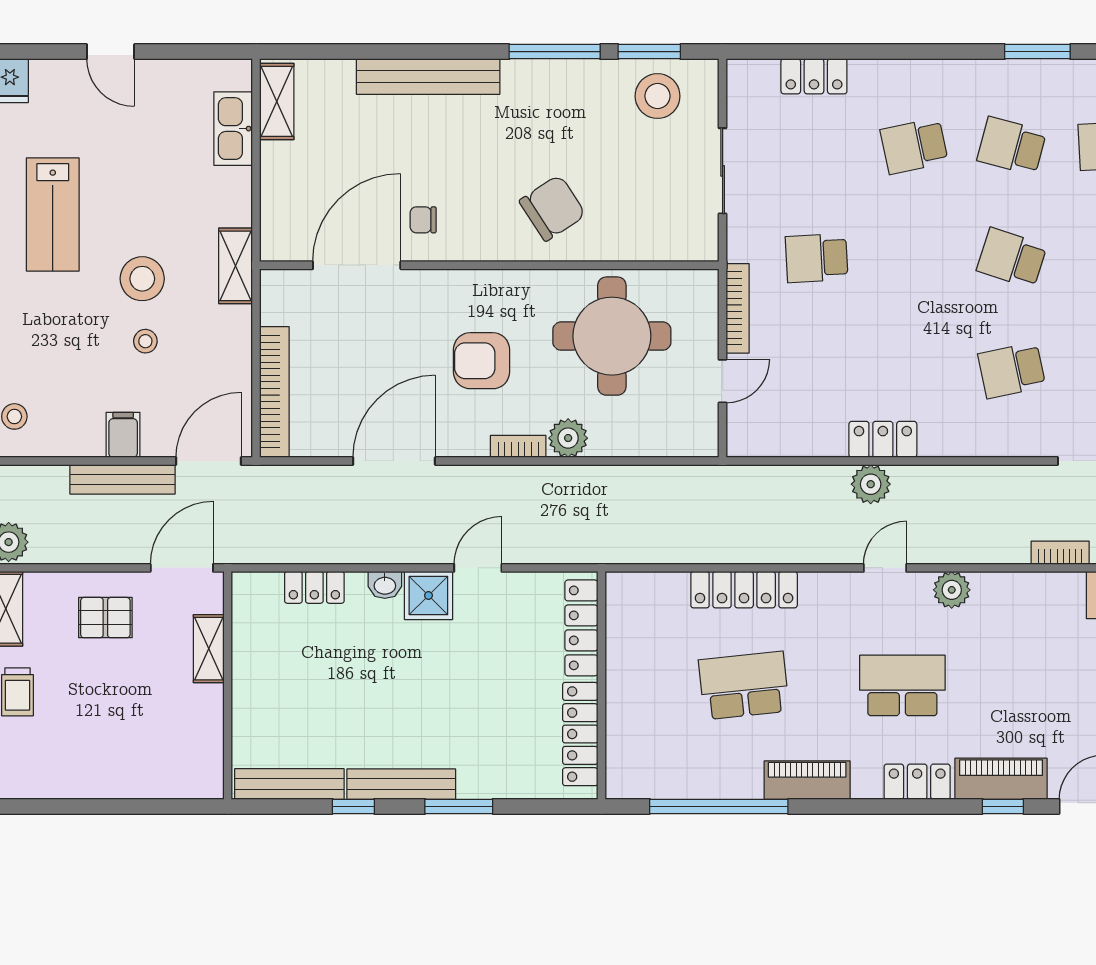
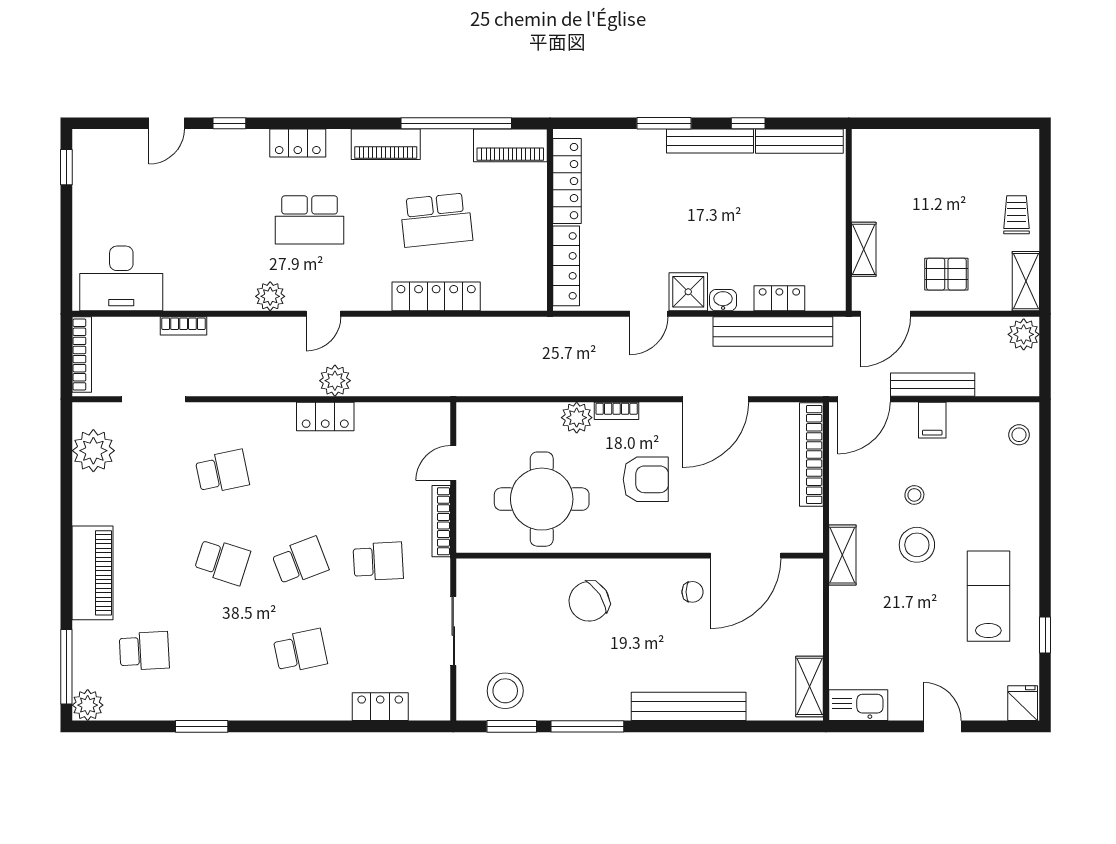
kitchen sink: (233, 129) -> (858, 705), moved, turned -90
school desk: (1012, 146) -> (300, 561), moved, turned -36
bench: (322, 546) -> (773, 332), added
piano: (1001, 779) -> (510, 145), moved

